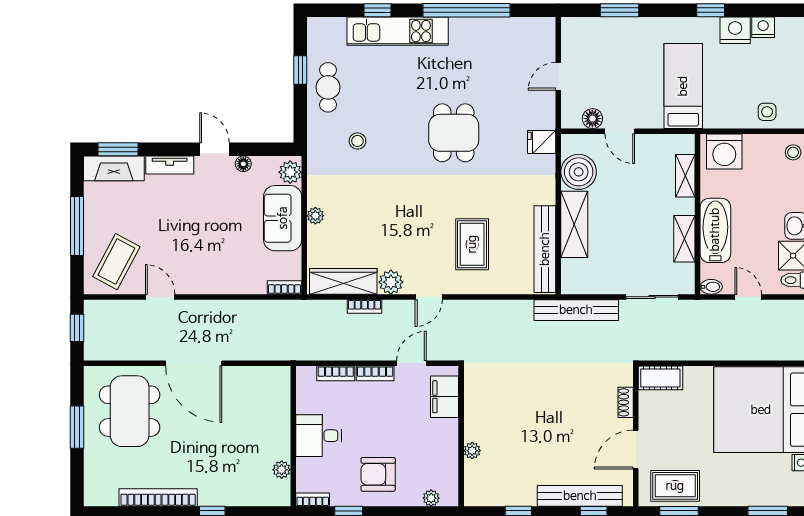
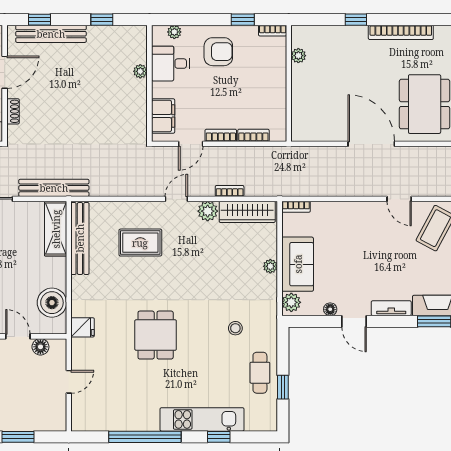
shelving: (574, 224) -> (56, 229), moved
rug: (472, 244) -> (140, 243), turned 90
desk: (319, 436) -> (171, 64), moved, turned 180

